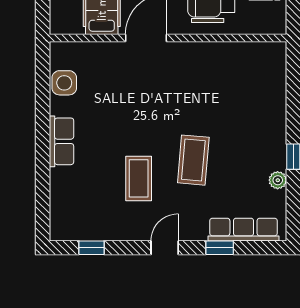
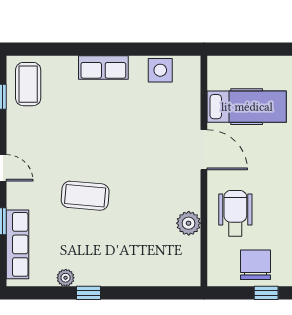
plant: (222, 54) -> (189, 223), added
coffee table: (139, 178) -> (28, 84), moved, turned 90

